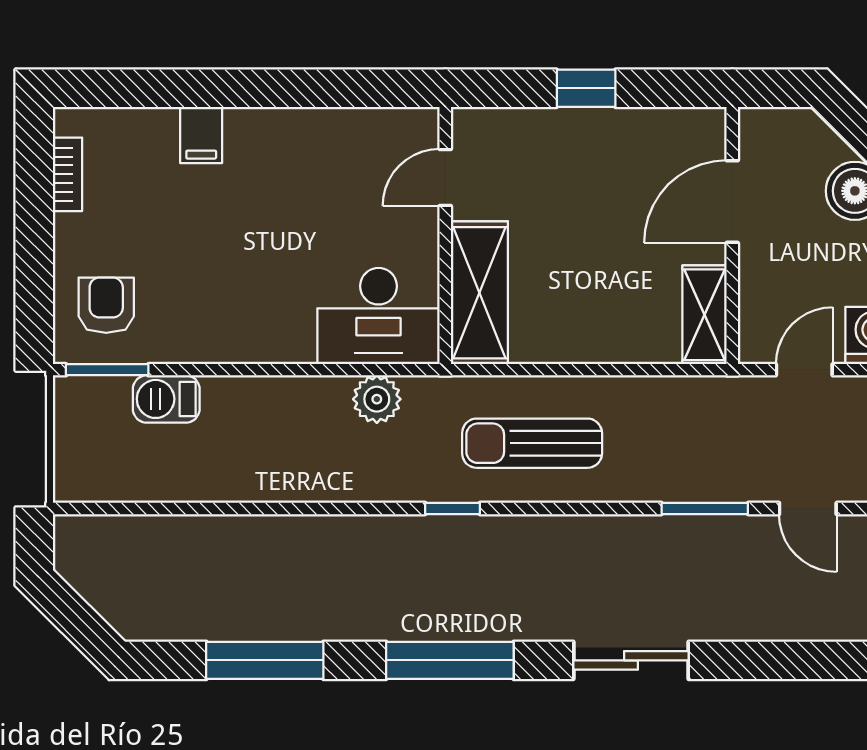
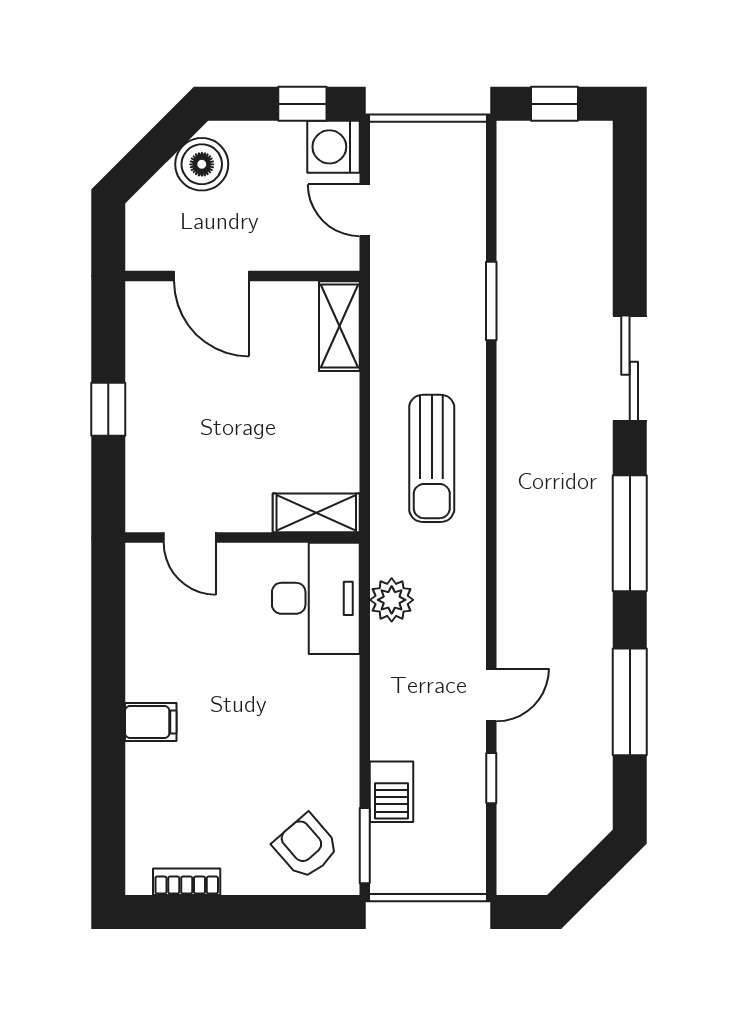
filing cabinet: (201, 135) -> (151, 722), moved
shelving: (479, 293) -> (316, 513), width x0.67, depth x0.75
armchair: (106, 305) -> (306, 846), turned 49
shelving: (704, 315) -> (339, 326), moved, turned 90
window: (453, 509) -> (491, 778), moved
door: (808, 509) -> (491, 695), moved

